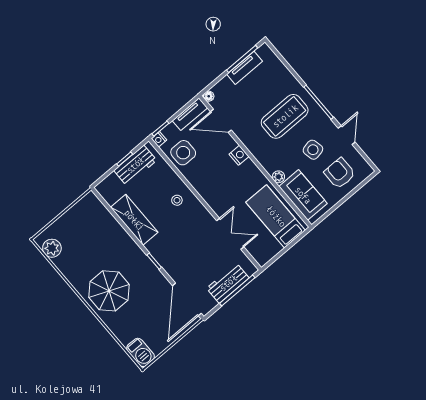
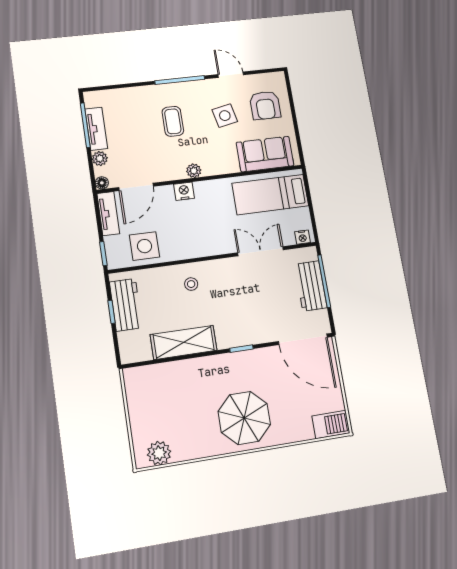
plant: (225, 84) -> (100, 158), added
coffee table: (285, 116) -> (173, 121), width x0.54, depth x0.58
nightstand: (159, 139) -> (303, 237), moved
armchair: (340, 173) -> (265, 105), turned -90
plant: (278, 177) -> (194, 171), moved

